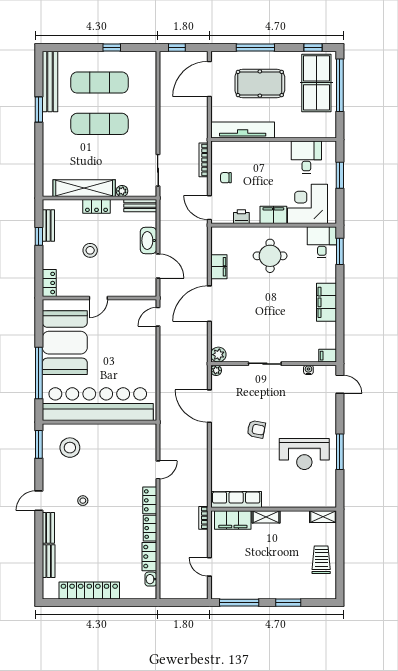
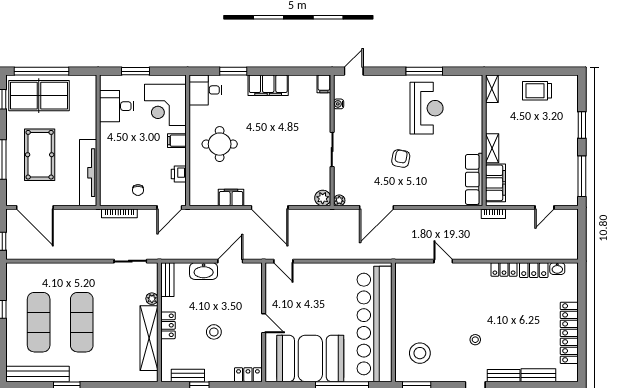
filing cabinet: (273, 215) -> (177, 141), width x0.50
window: (340, 251) -> (233, 71), moved
locker: (150, 500) -> (475, 270), removed

